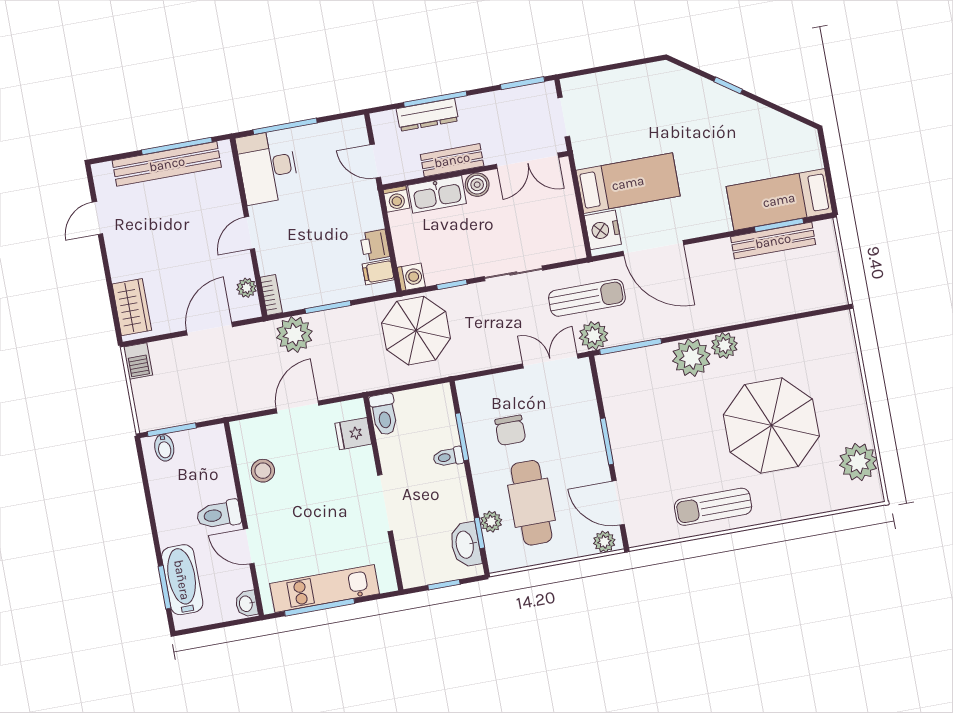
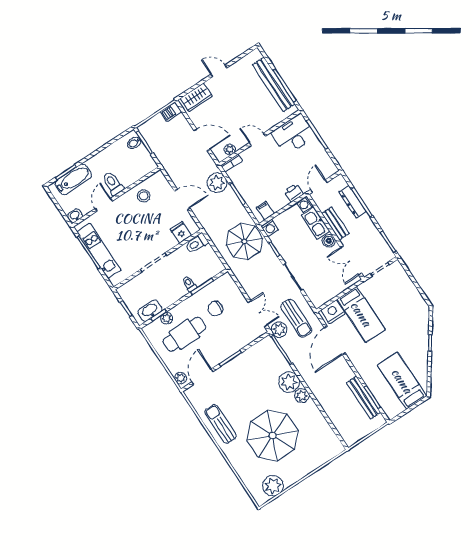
bed: (779, 200) -> (402, 381), moved
door: (97, 218) -> (219, 71), moved
printer: (375, 245) -> (294, 193), moved

